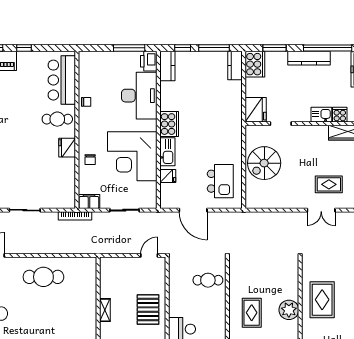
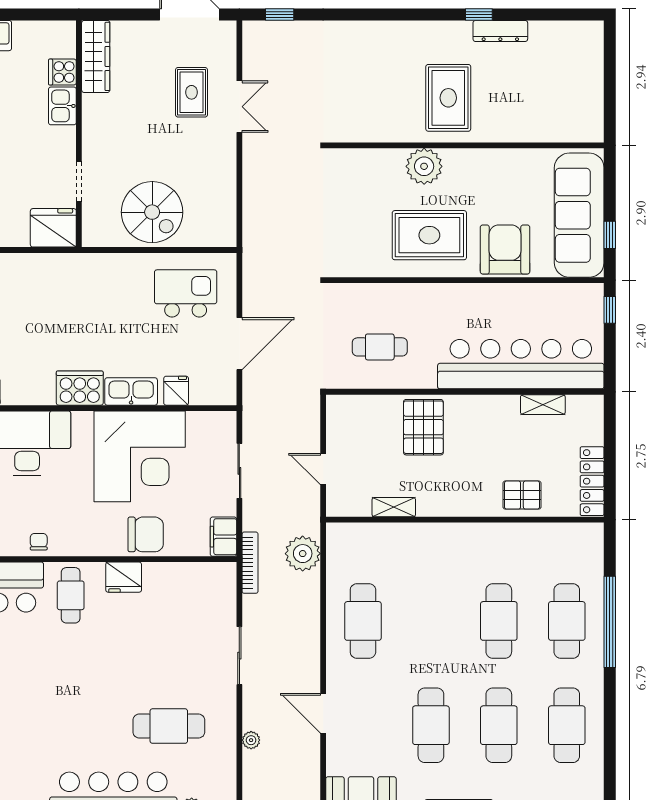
chair: (90, 160) -> (146, 534), width x1.87, depth x1.87
plant: (80, 244) -> (303, 554), added
door: (149, 255) -> (323, 469), moved
cafe table: (208, 280) -> (380, 347), moved, turned 90
rug: (322, 300) -> (448, 98), moved, turned 90
shelving: (105, 310) -> (394, 507), moved
pallet: (148, 310) -> (423, 427), turned 90
rug: (252, 313) -> (429, 235), width x1.36, depth x1.43

